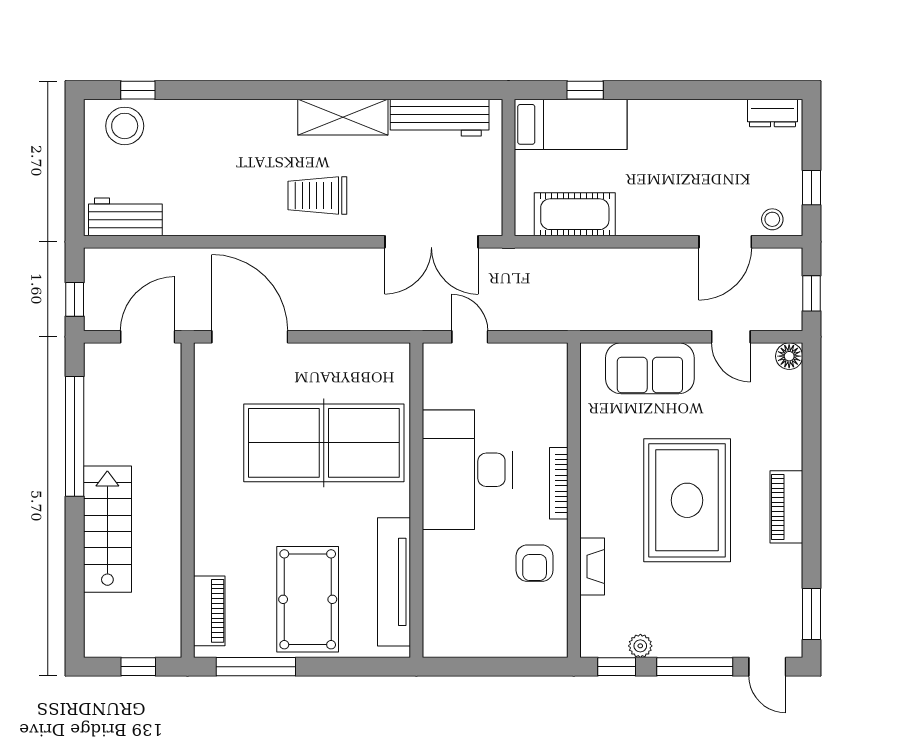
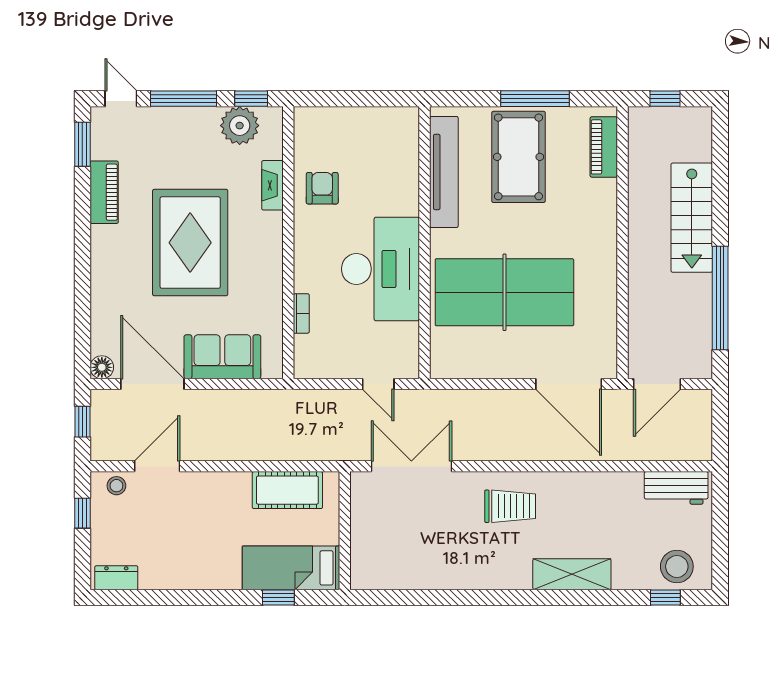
shelving: (343, 117) -> (572, 574), moved
workbench: (440, 118) -> (404, 574), removed
window: (75, 299) -> (720, 416), removed
door: (731, 337) -> (152, 384), width x1.88
bookcase: (559, 483) -> (301, 313), moved, width x0.64
piano: (786, 507) -> (104, 192), moved
plant: (640, 646) -> (240, 126), width x1.87, depth x1.87
window: (256, 667) -> (535, 99), moved

